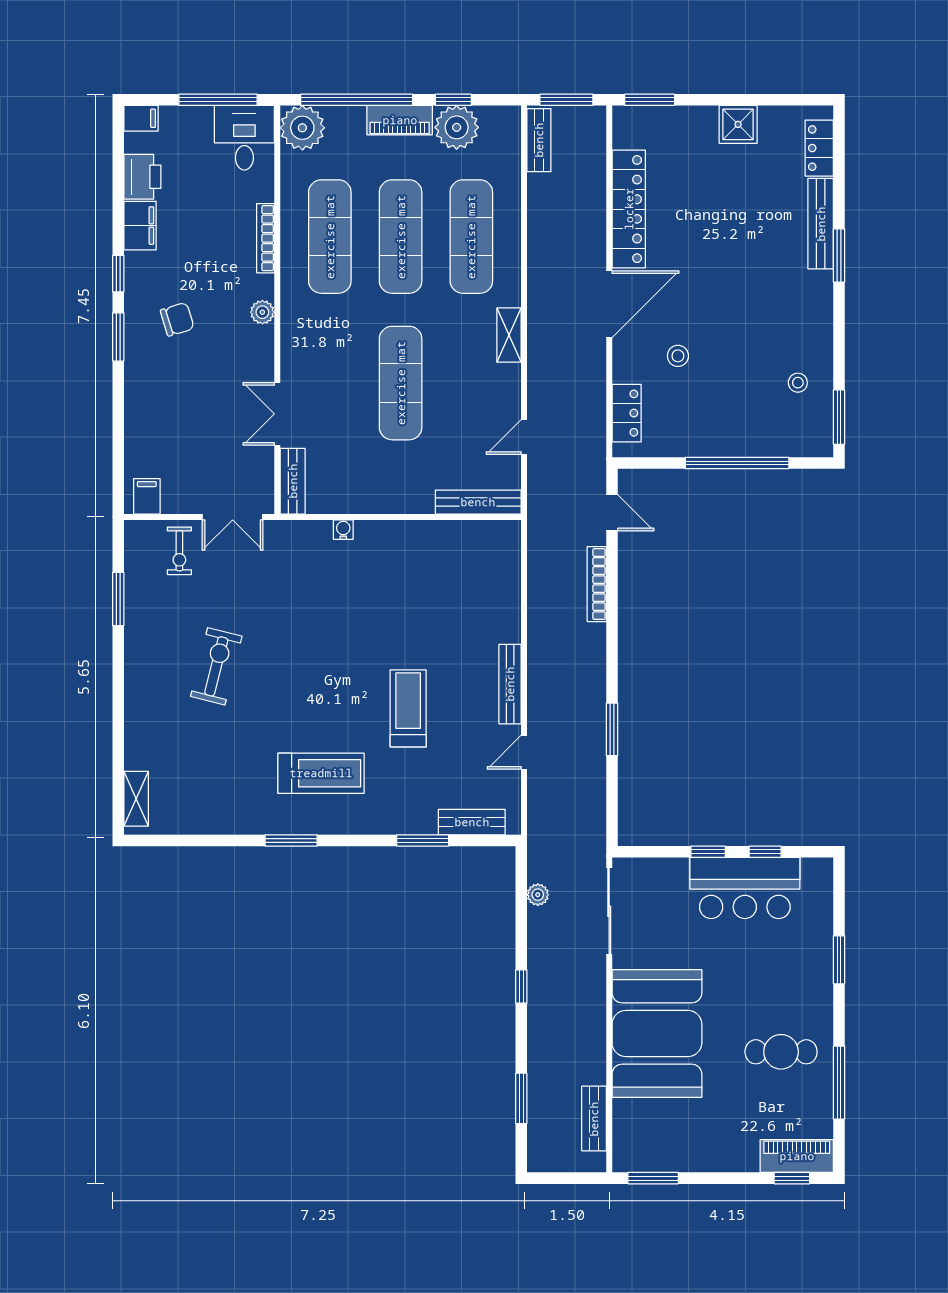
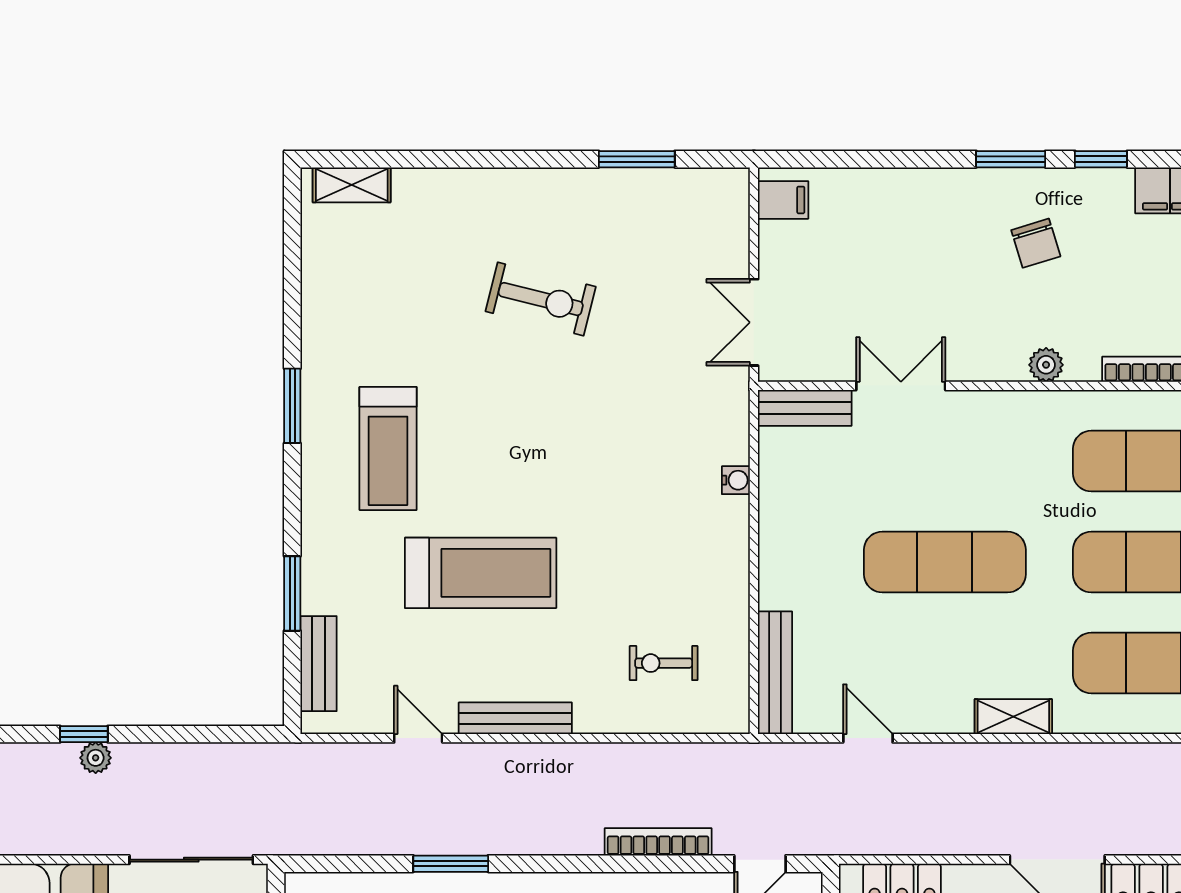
exercise bike: (179, 551) -> (664, 663), moved
treadmill: (408, 708) -> (481, 573), width x1.37, depth x1.38
plant: (538, 895) -> (96, 758), moved

